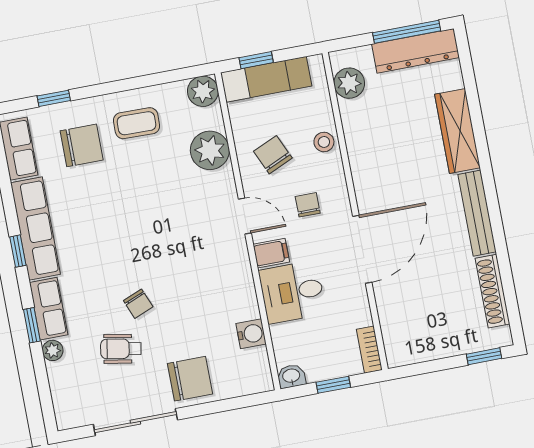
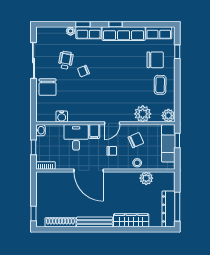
plant: (349, 83) -> (146, 178), moved
chair: (82, 145) -> (155, 60), turned -90

